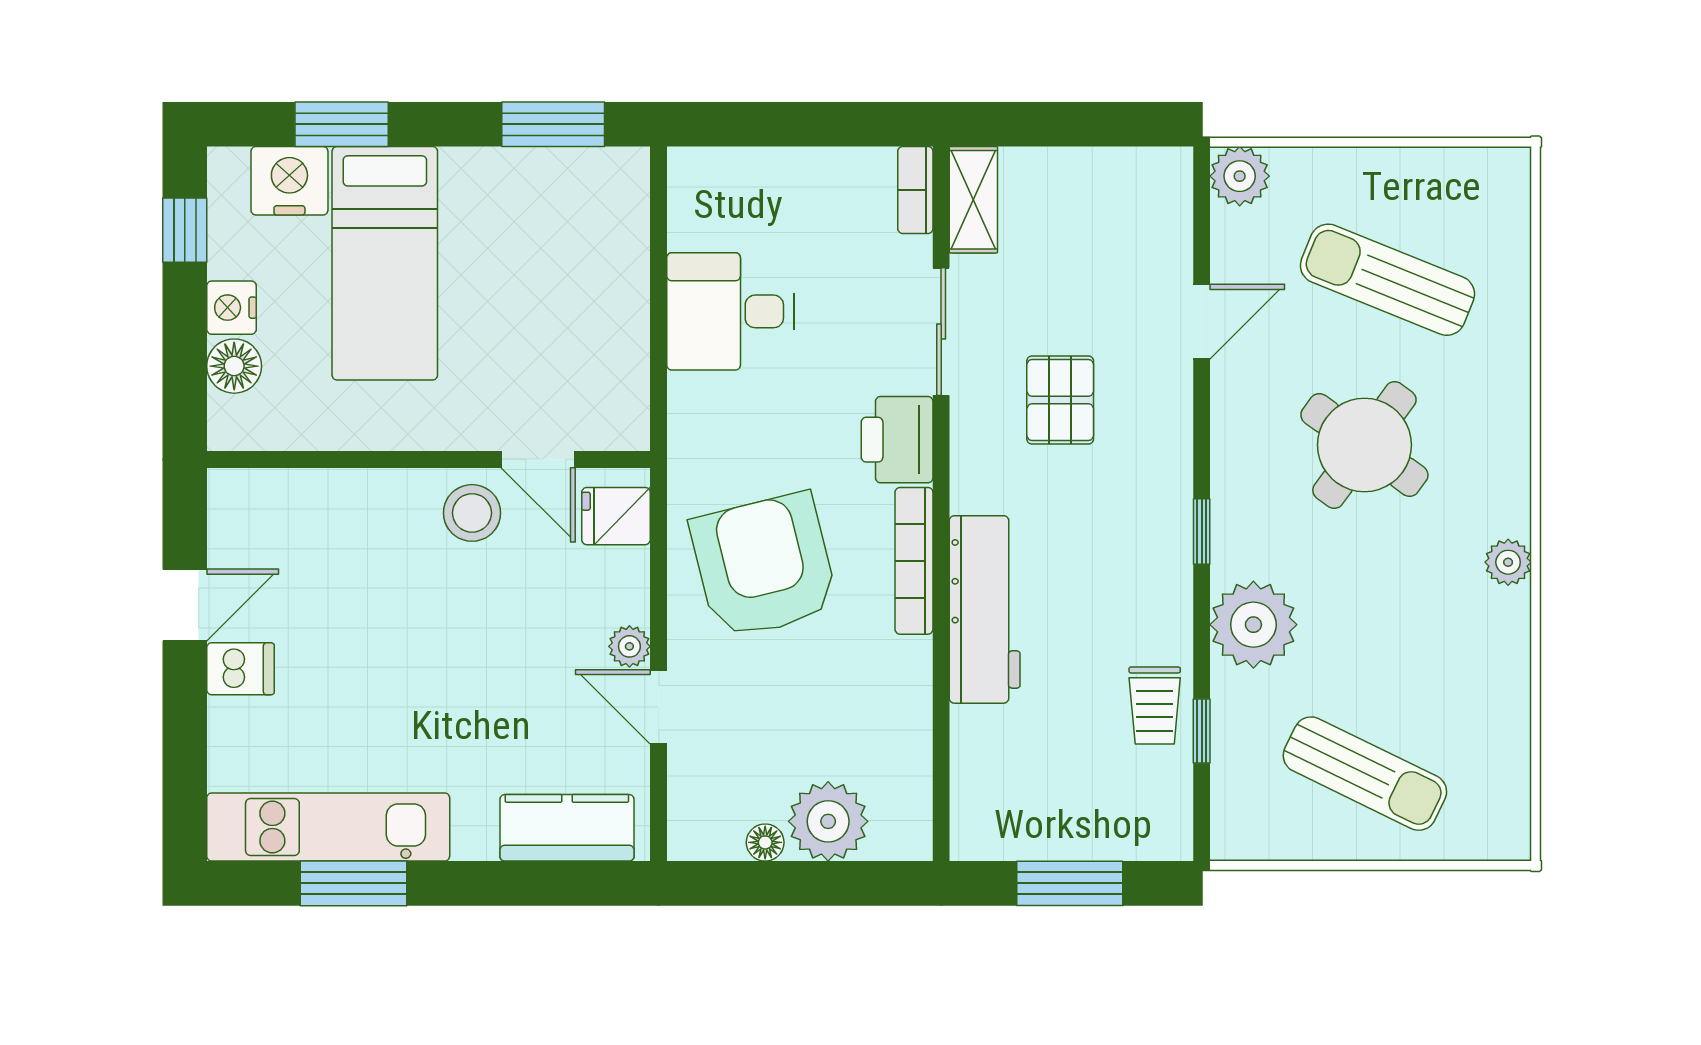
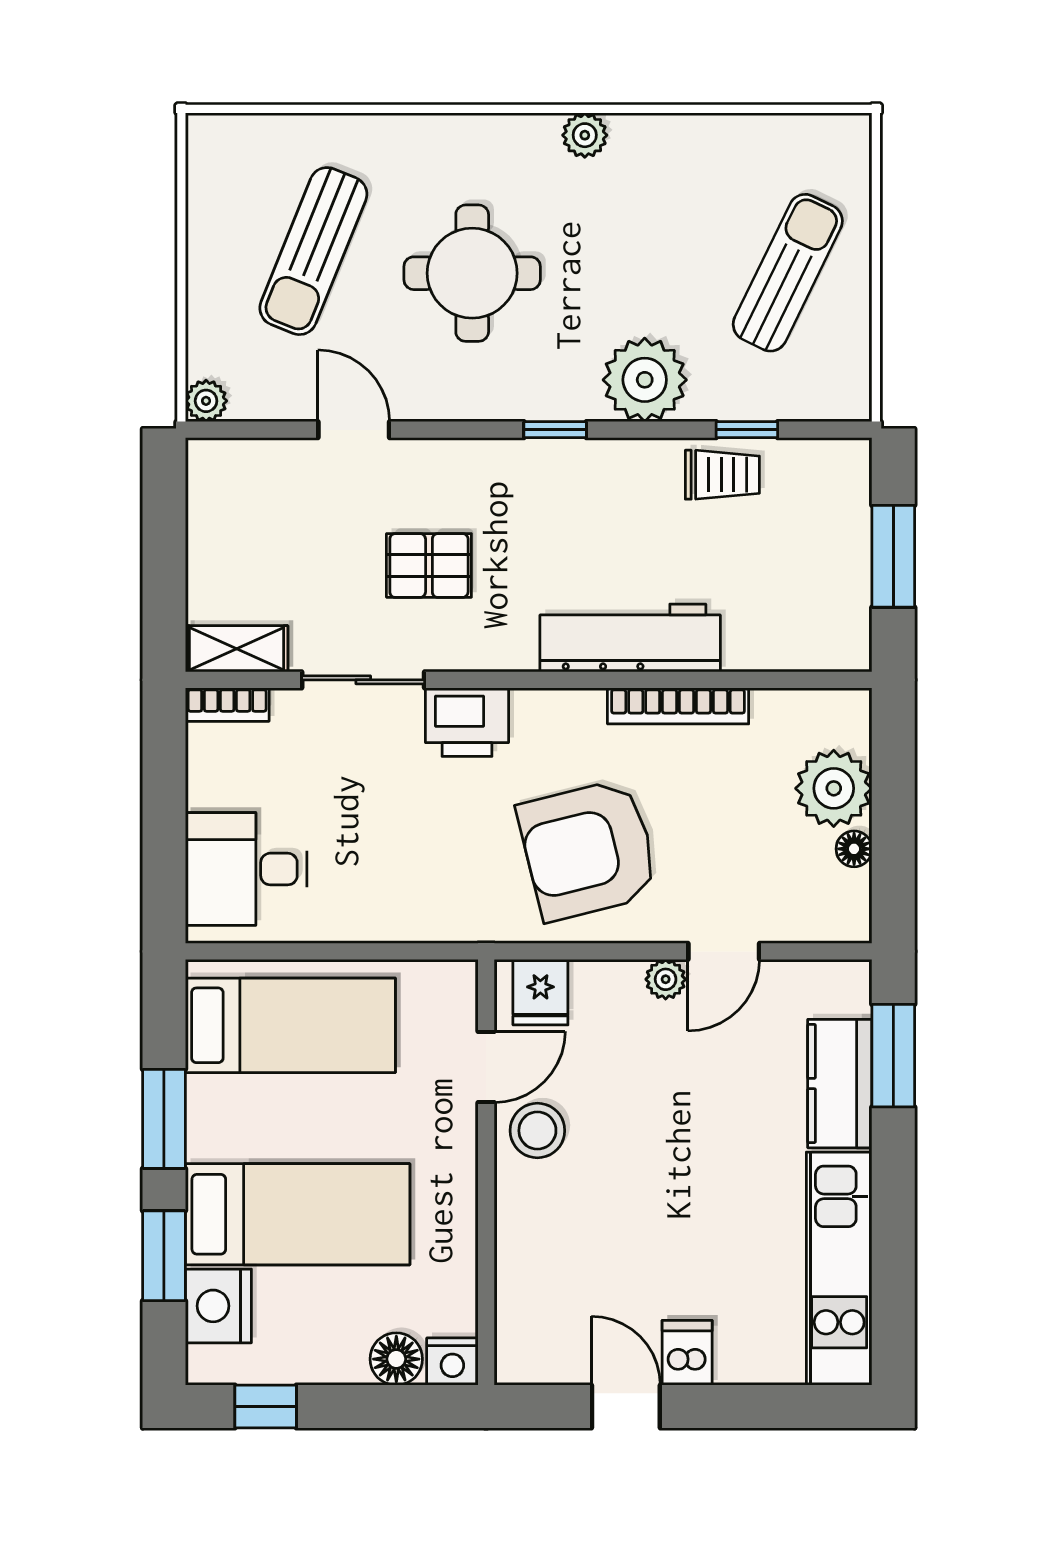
window: (553, 124) -> (164, 1119), moved
plant: (1240, 176) -> (206, 401), width x0.73, depth x0.73
bed: (582, 256) -> (290, 1025), added
nightstand: (231, 308) -> (452, 1362), moved
desk: (730, 311) -> (246, 869), moved, turned 90
round table: (1364, 445) -> (472, 273), turned -36
bookcase: (914, 561) -> (678, 706), moved
kitchen counter: (567, 828) -> (840, 1084), moved
window: (354, 883) -> (893, 1056), moved

